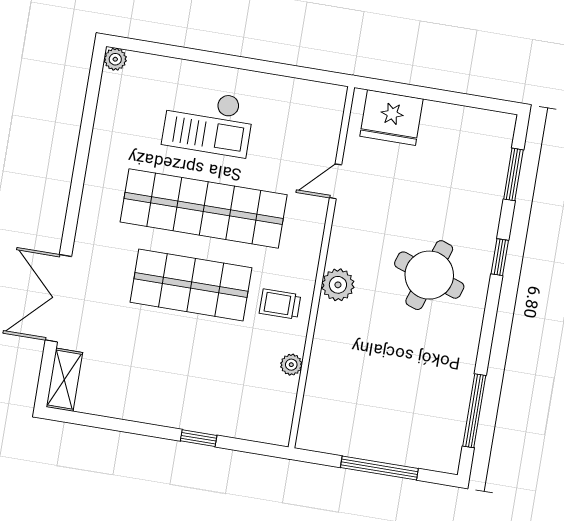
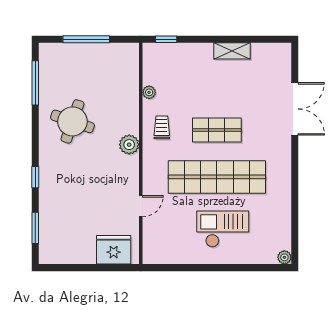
round table: (429, 275) -> (72, 121), moved
shop shelf: (191, 285) -> (217, 130), width x0.70, depth x0.74
trolley: (280, 304) -> (162, 127), turned -90
shelving: (64, 380) -> (232, 51), moved, turned 90
window: (199, 438) -> (166, 39), moved

